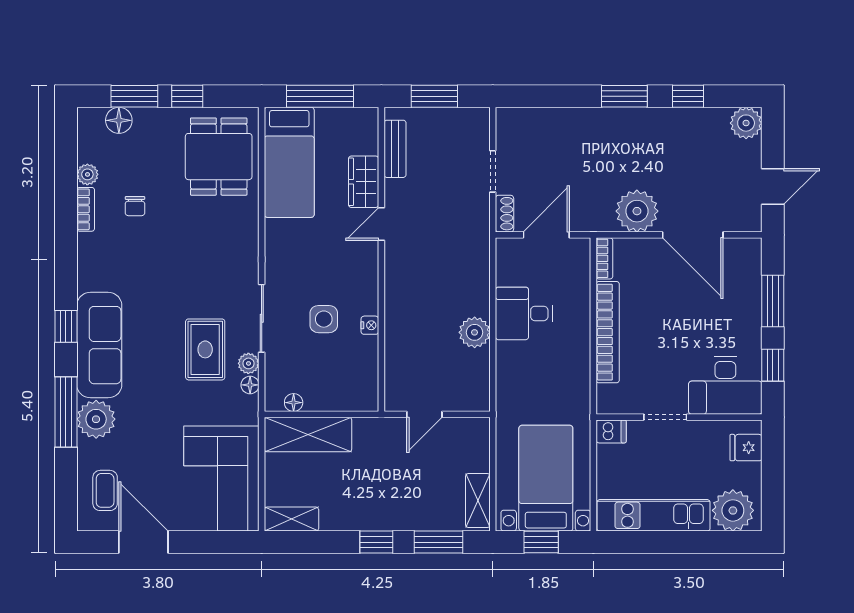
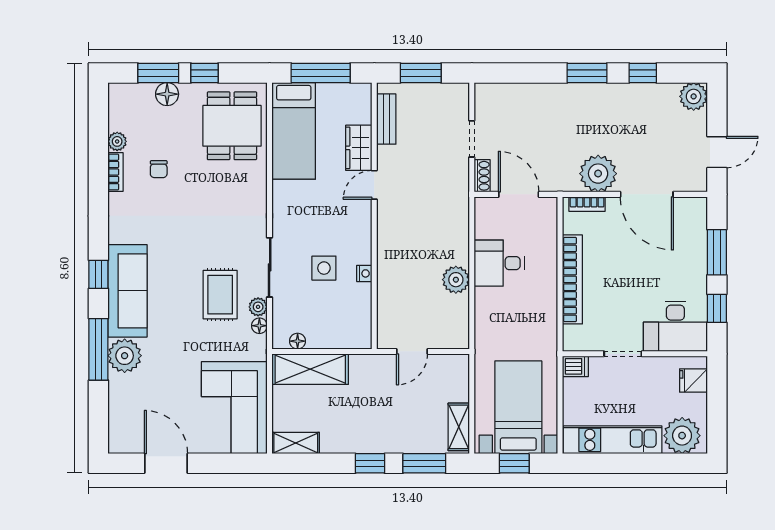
floor lamp: (119, 120) -> (167, 94), moved
door: (546, 235) -> (519, 194), hinge flipped
bookcase: (604, 258) -> (587, 204), moved, turned 90
coffee table: (105, 490) -> (133, 418), removed

